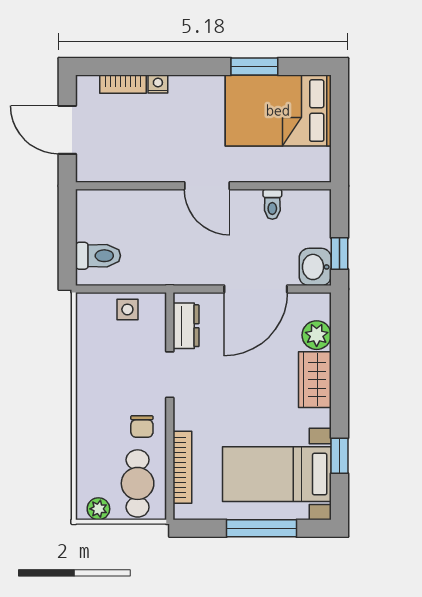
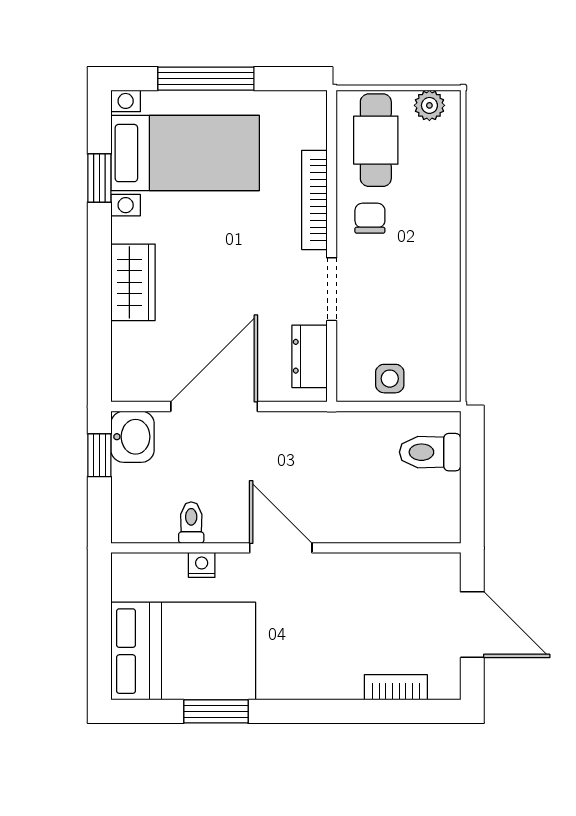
nightstand: (158, 84) -> (202, 565), moved, turned 180
plant: (317, 335) -> (131, 343), removed
bookcase: (182, 467) -> (314, 200), moved

